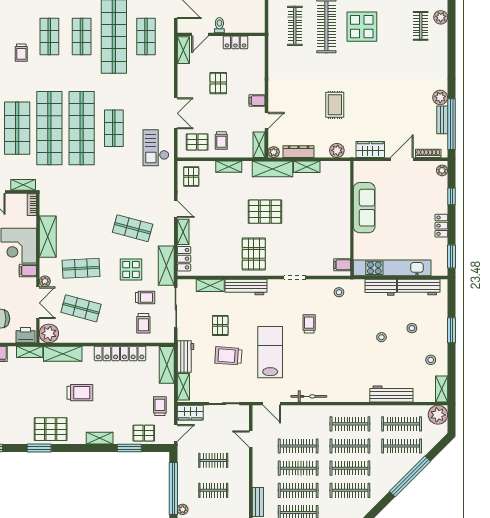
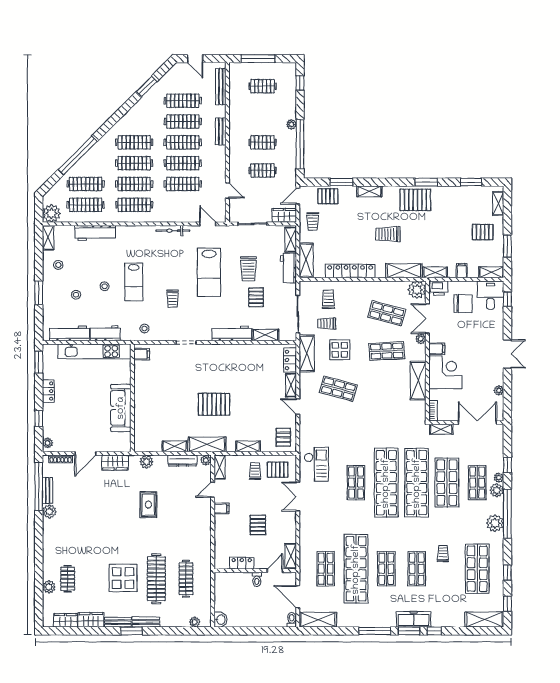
pallet: (254, 254) -> (224, 364), removed
lab bench: (350, 342) -> (134, 282), added
trolley: (228, 356) -> (248, 269), turned 86

